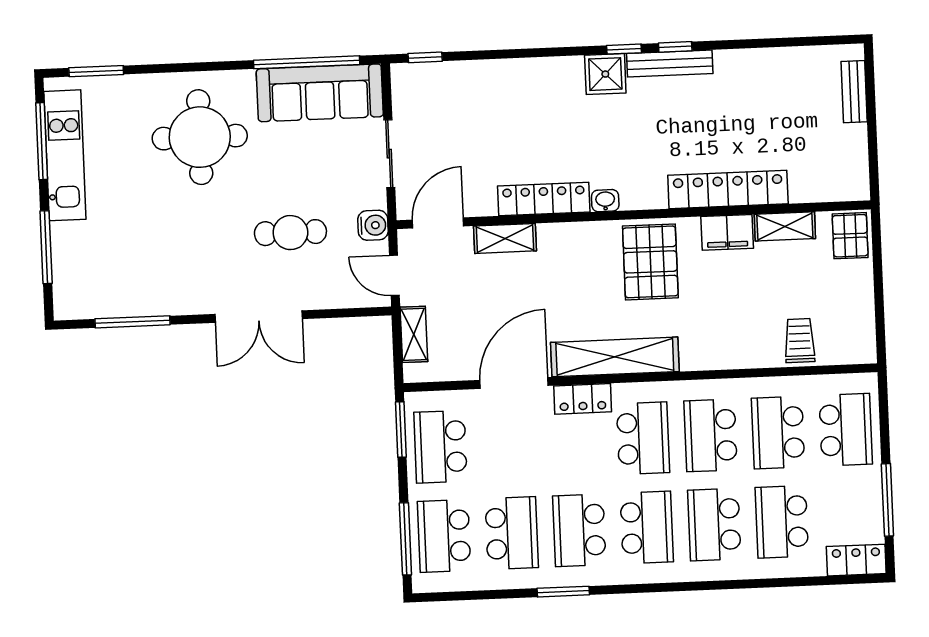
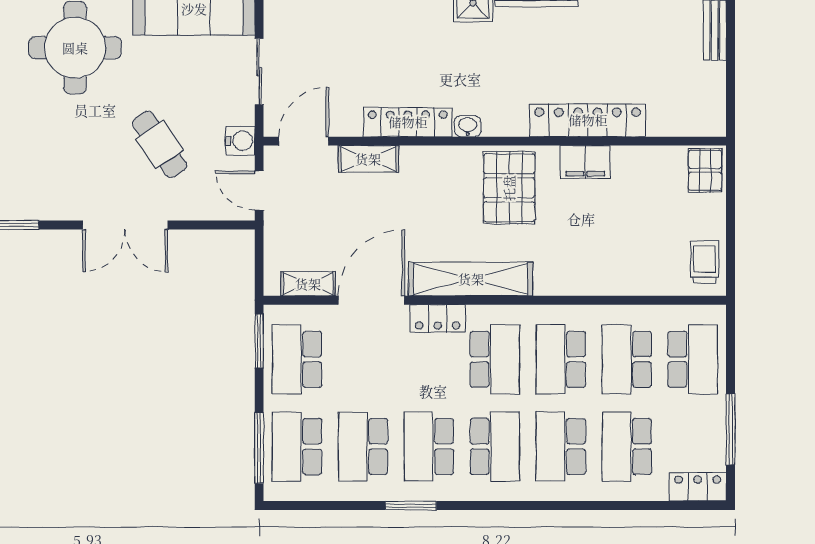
shelving: (785, 226) -> (642, 159), removed
cafe table: (290, 233) -> (160, 144), turned 56
shelving: (414, 334) -> (308, 284), moved, turned 90
trolley: (800, 341) -> (705, 262), moved
school desk: (512, 533) -> (363, 446), turned 180

